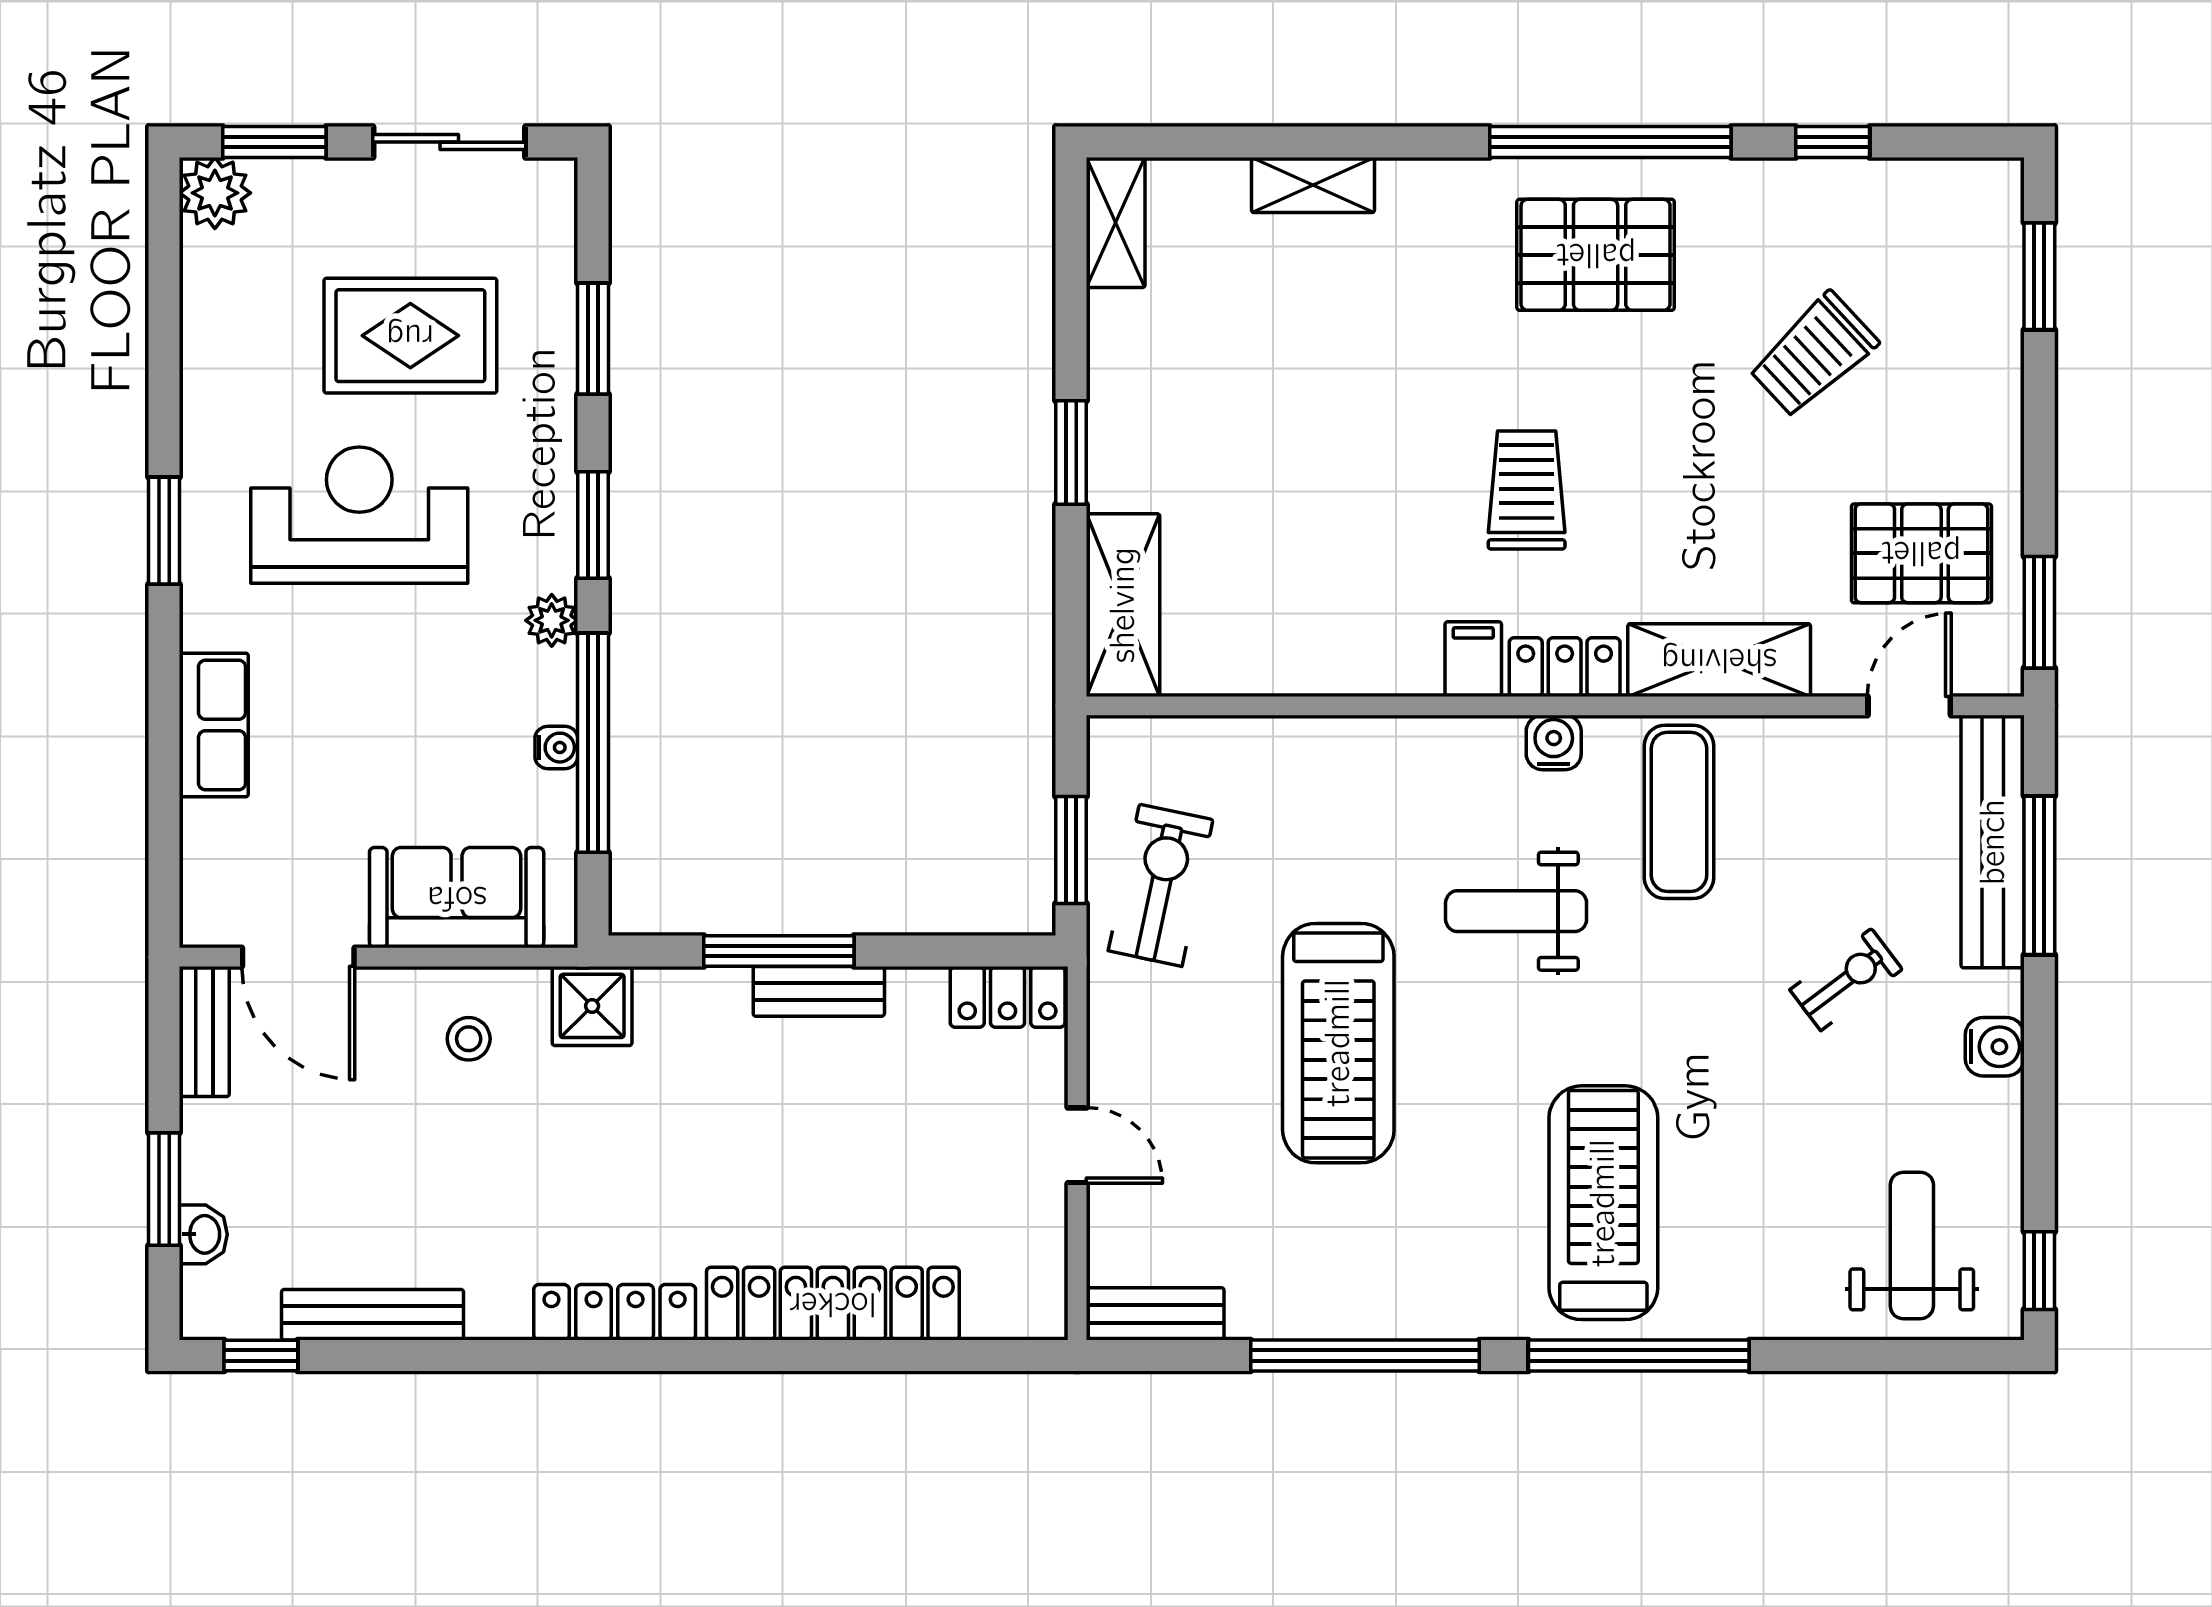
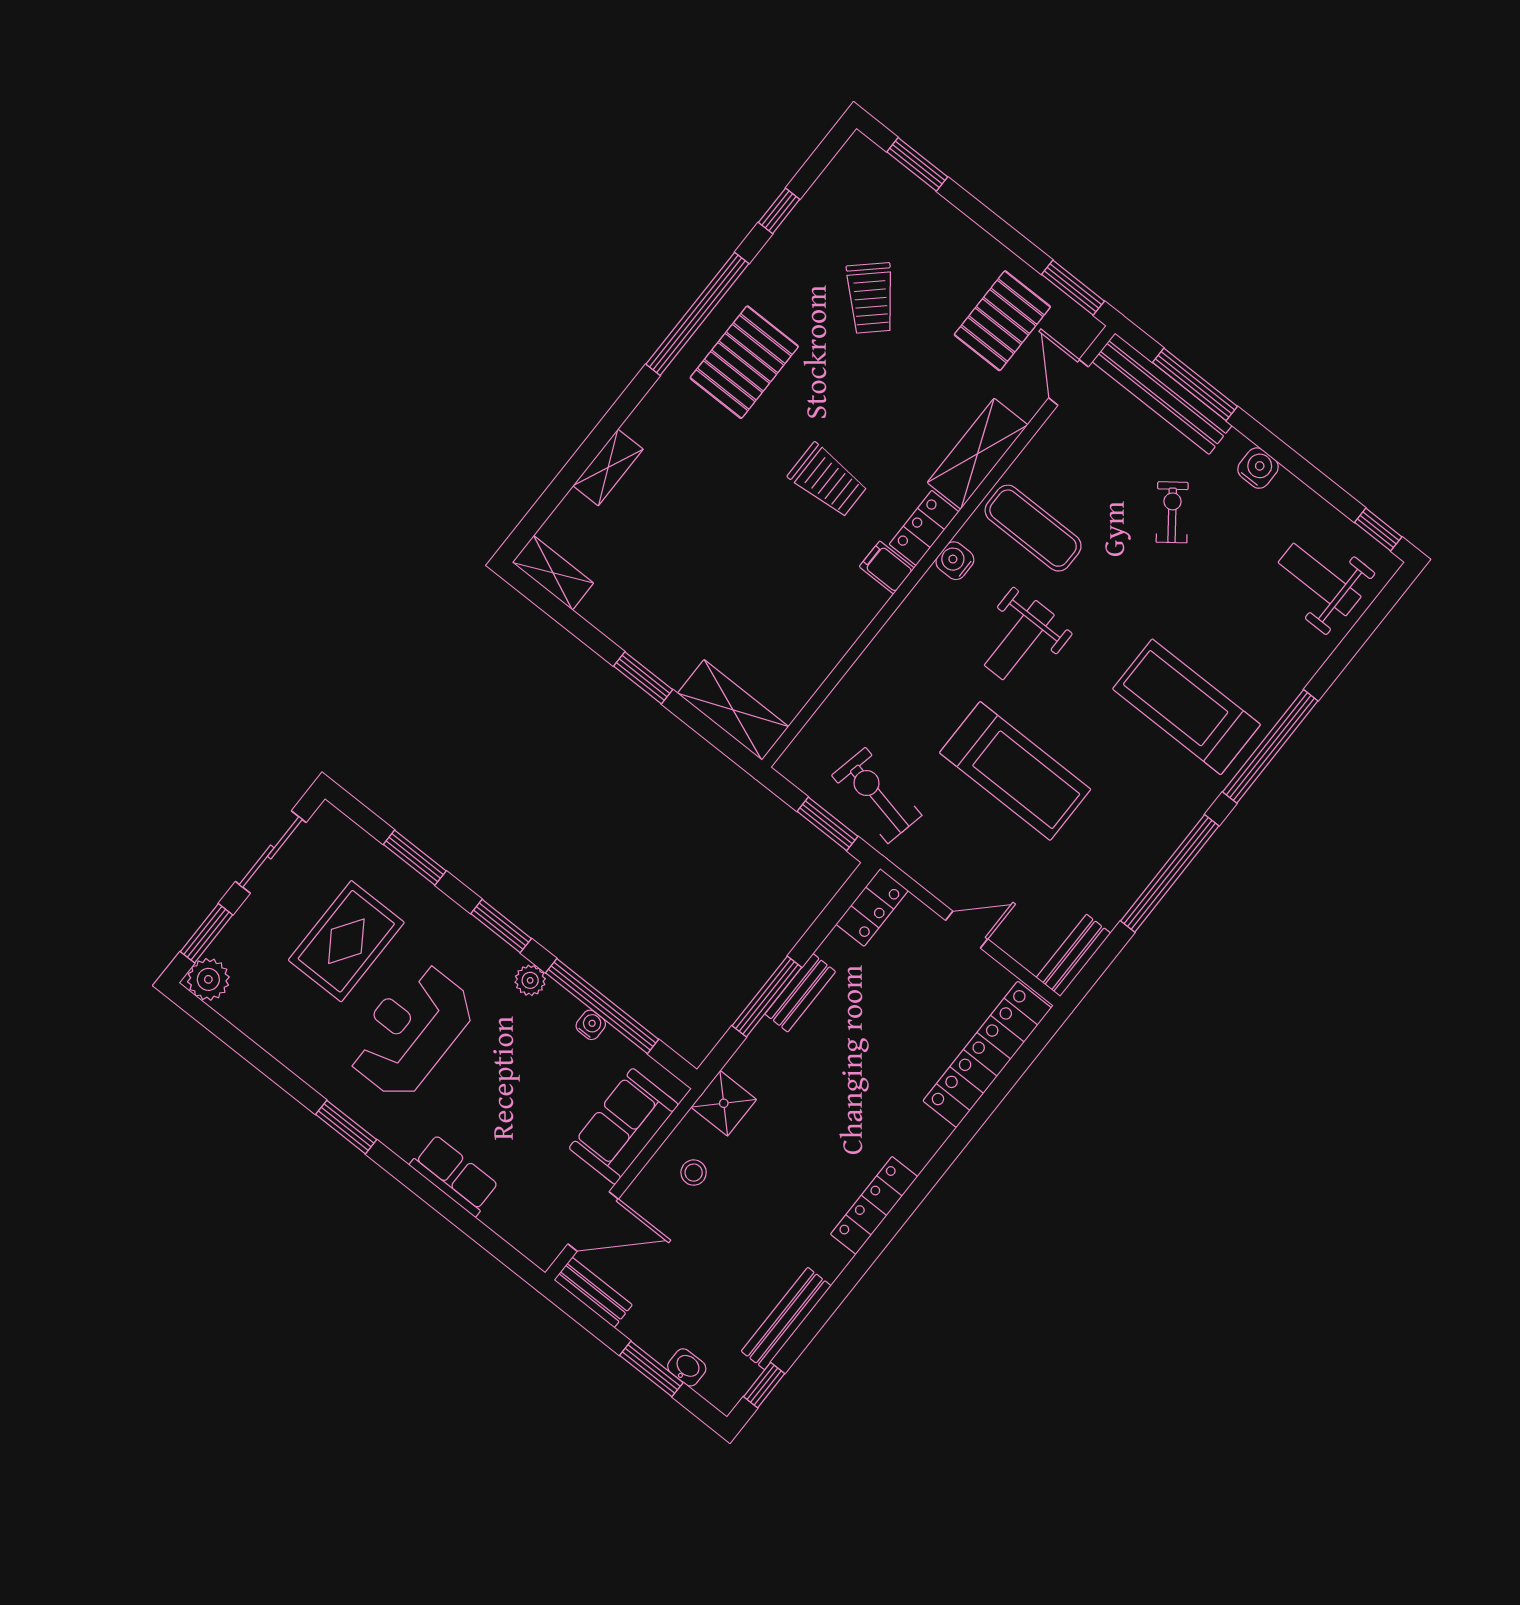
trolley: (1527, 490) -> (828, 480), turned 180
locker: (833, 1304) -> (987, 1054), moved

